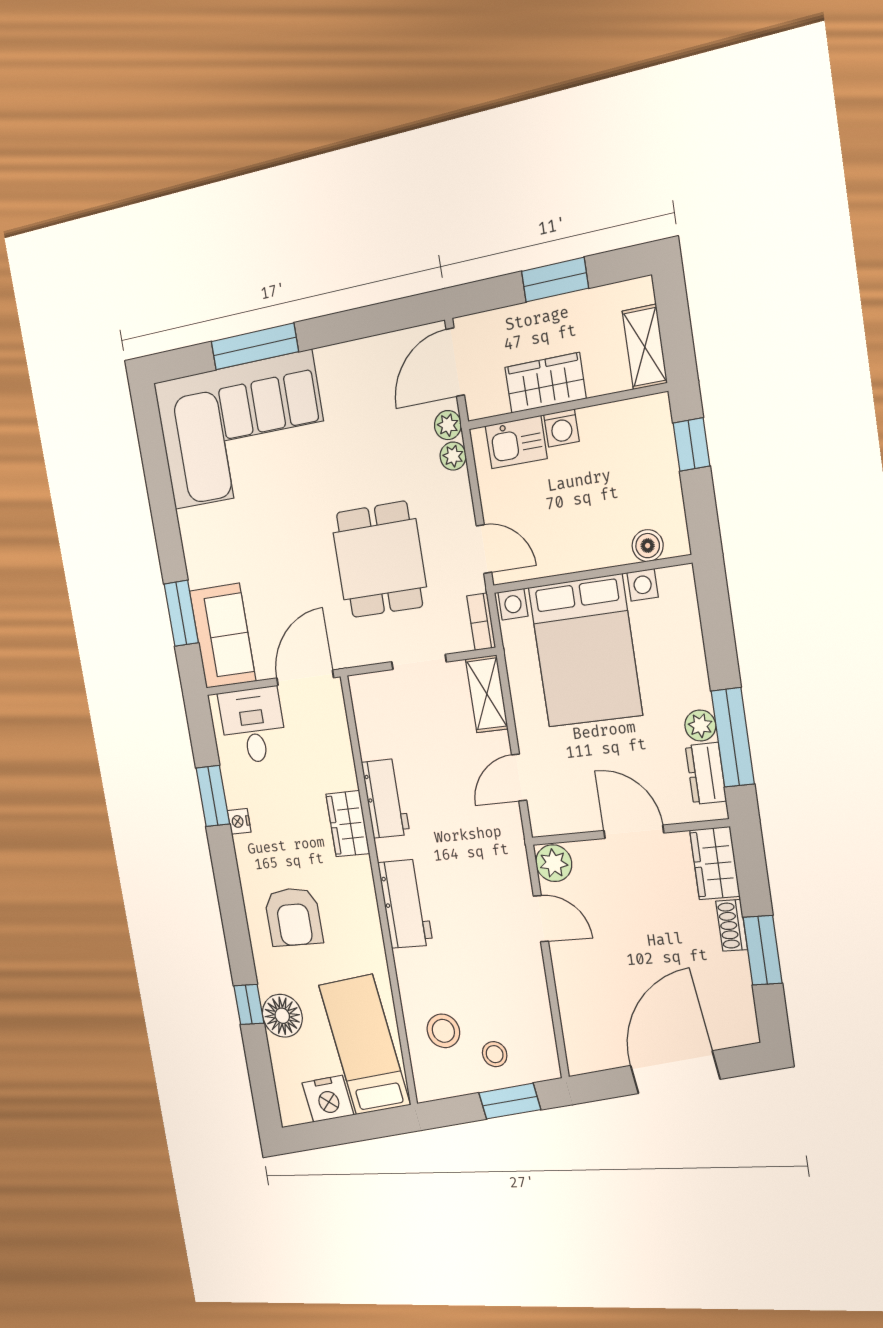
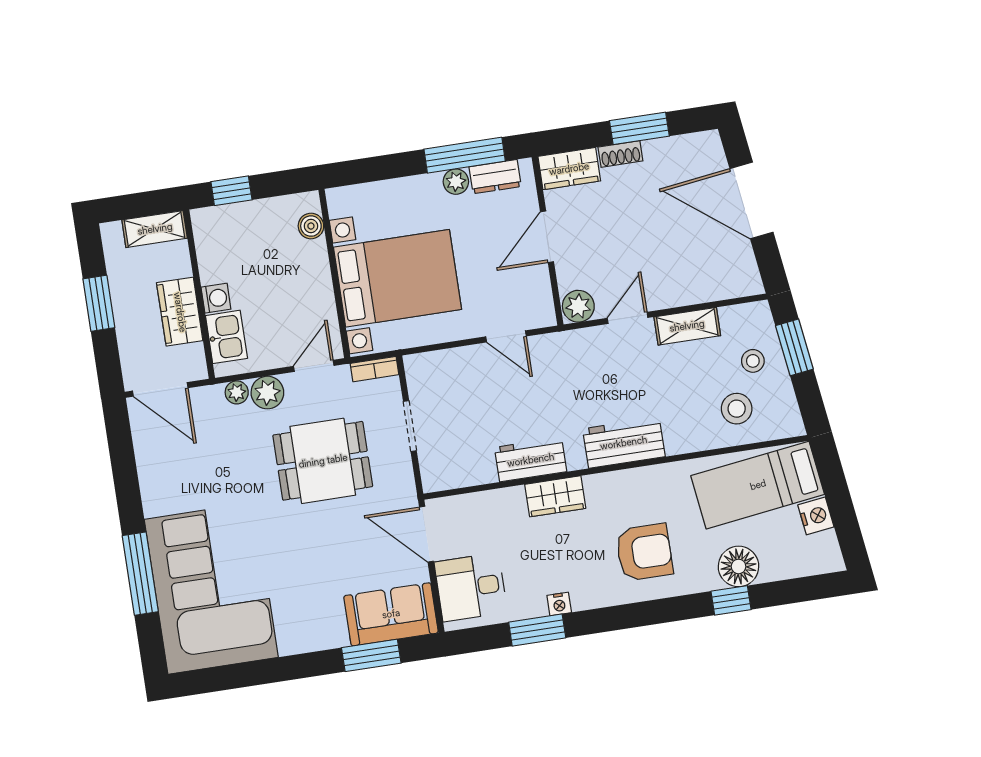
plant: (448, 425) -> (267, 393), moved, width x1.38, depth x1.38
shelving: (487, 694) -> (687, 326), moved
nightstand: (328, 1099) -> (816, 516), width x0.74, depth x0.75

